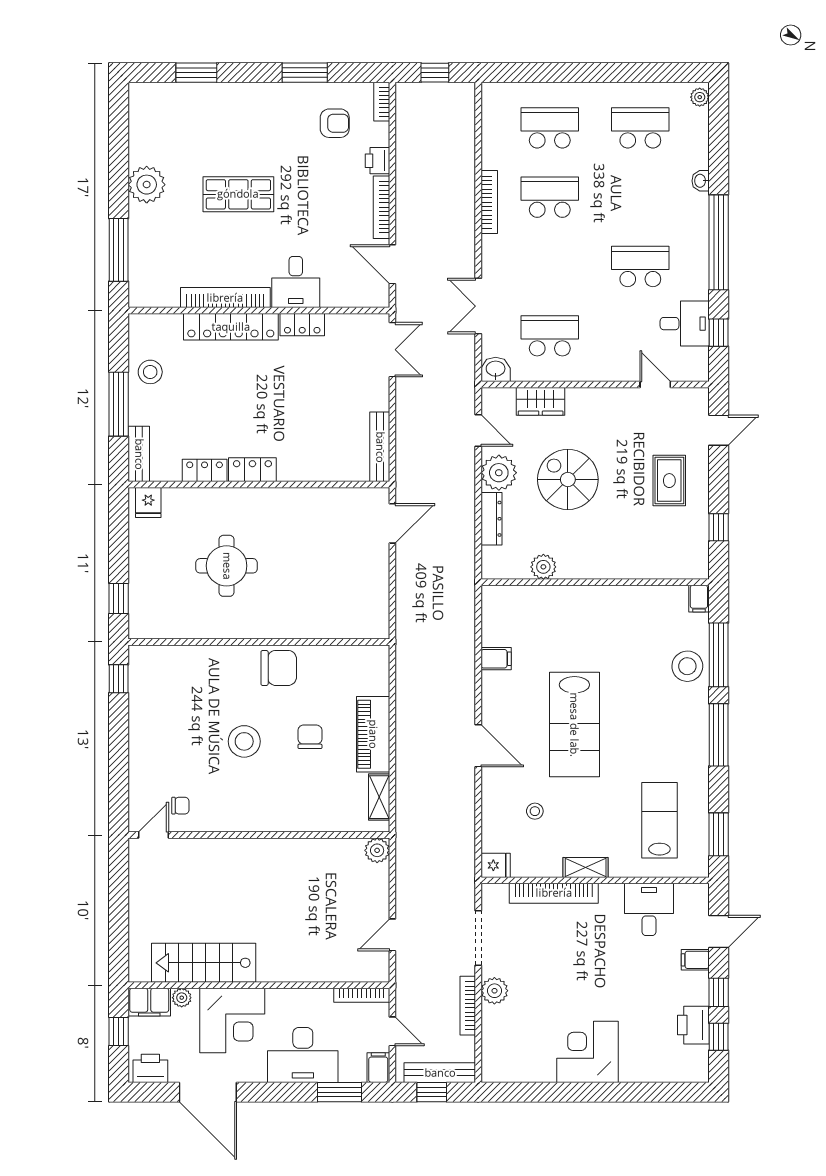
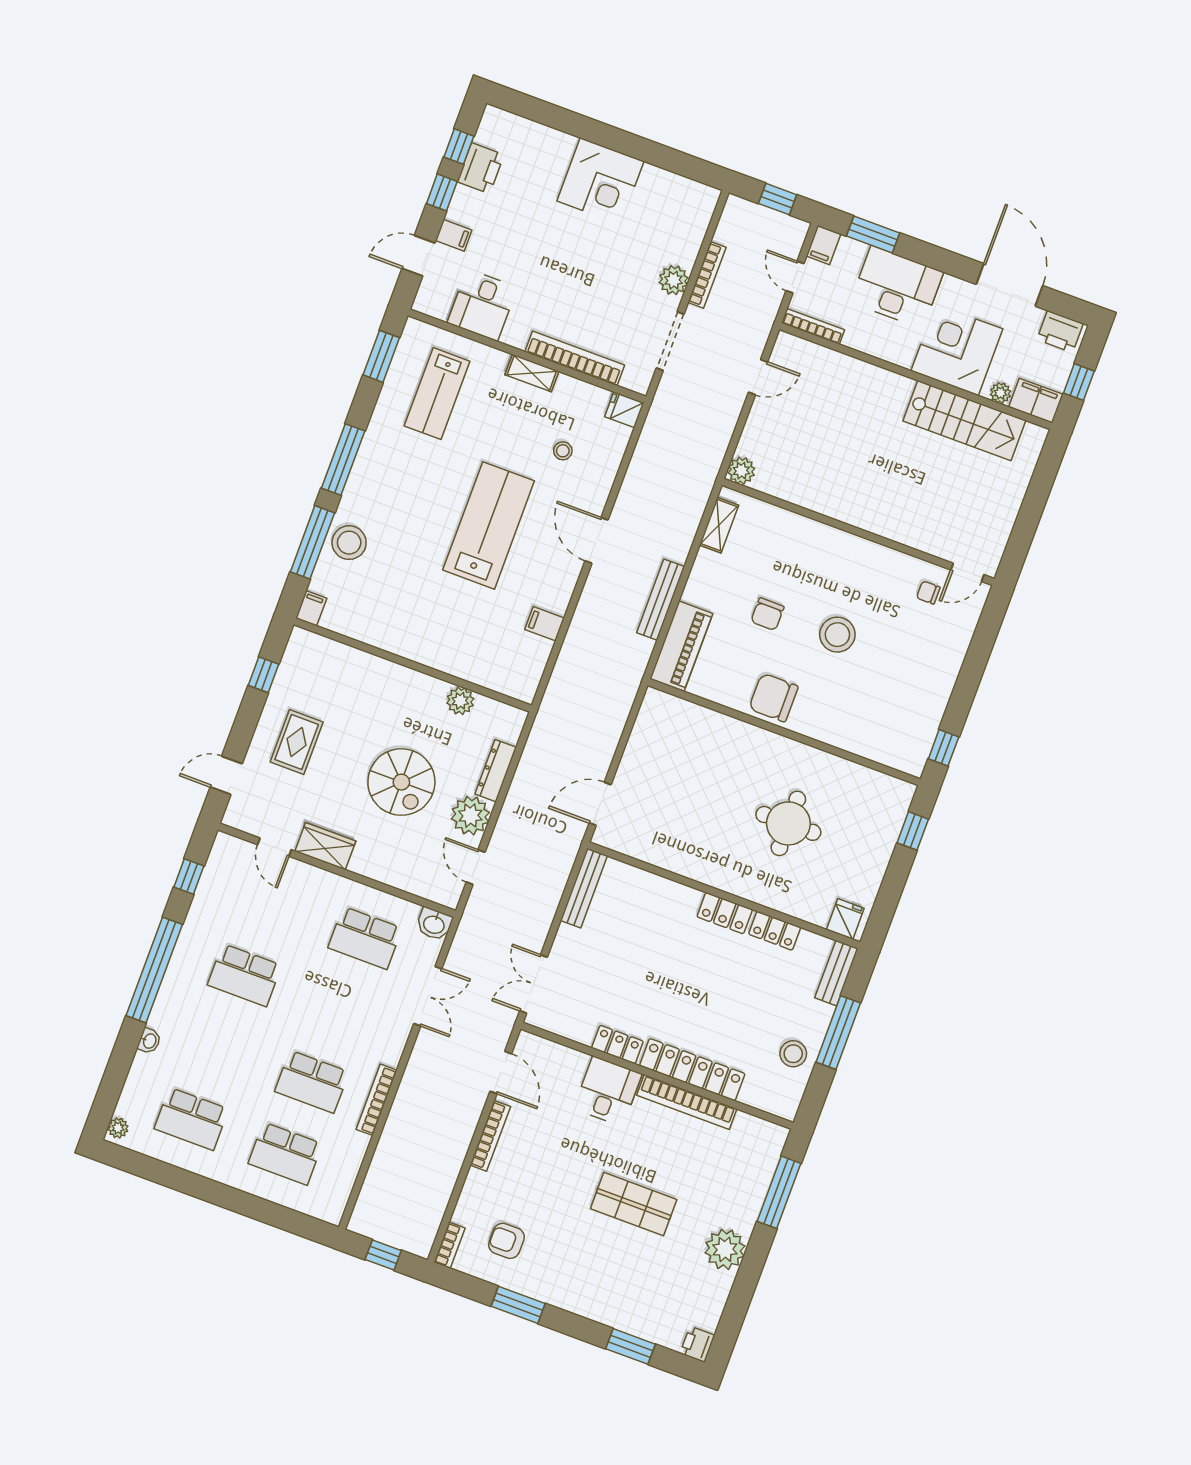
printer: (377, 161) -> (697, 1344), moved, turned 180
desk: (685, 324) -> (221, 899), removed
wardrobe: (541, 401) -> (325, 846), moved
piano: (373, 734) -> (681, 646), moved
bench: (440, 1073) -> (661, 600), moved, turned 90

